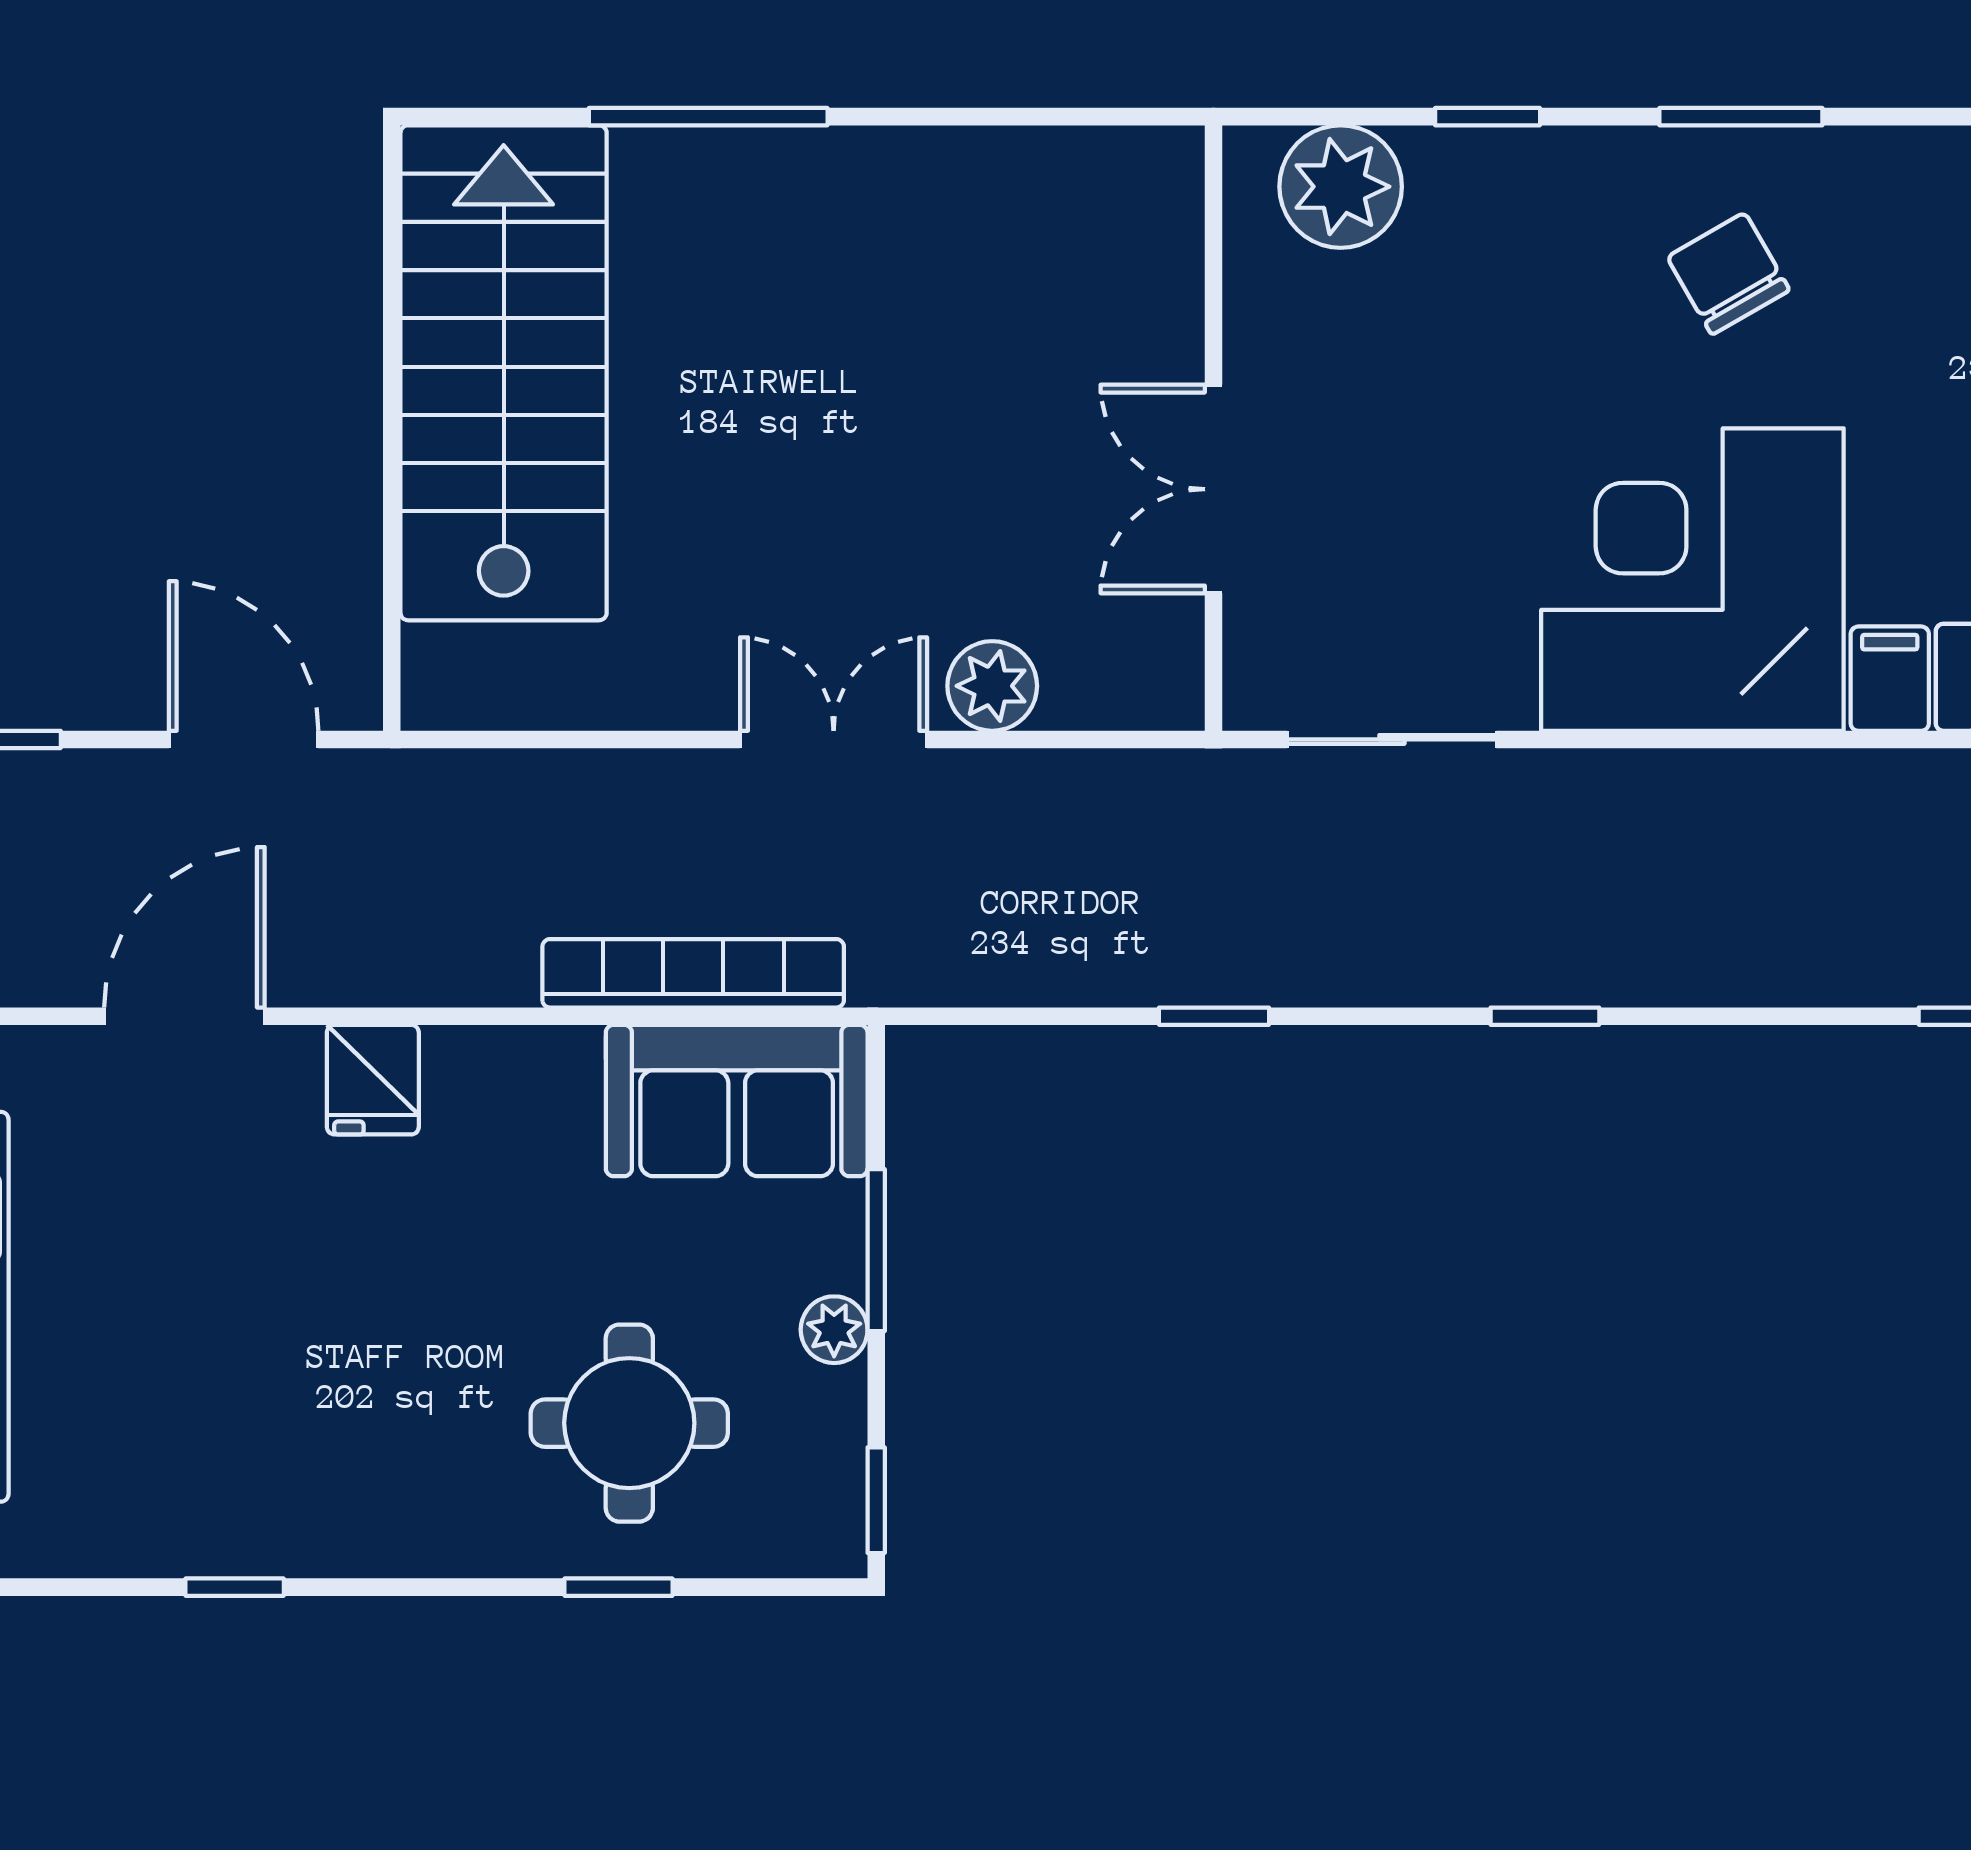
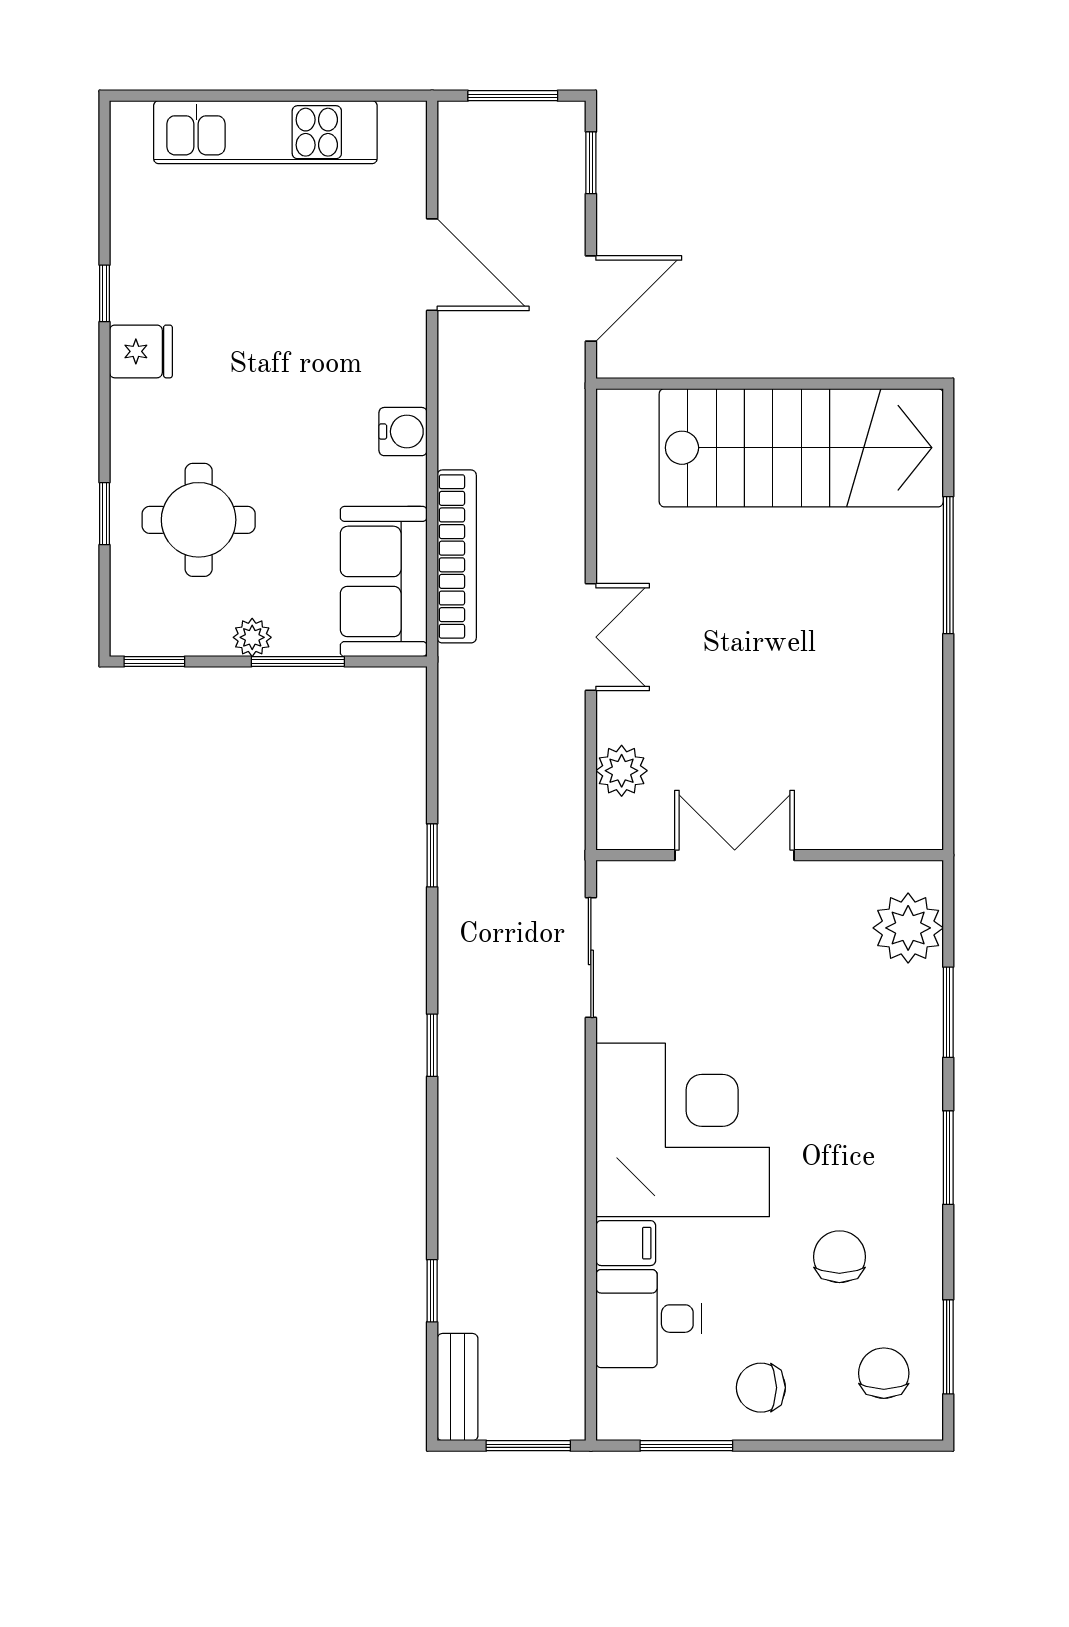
window: (1488, 117) -> (948, 1012), width x1.50
chair: (1728, 274) -> (839, 1257), moved, turned -60
plant: (992, 686) -> (622, 771), moved
water cooler: (475, 1067) -> (403, 432), added
fridge: (373, 1080) -> (141, 351), moved, turned 180

